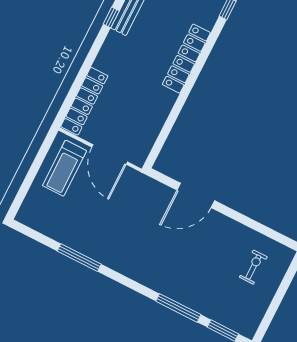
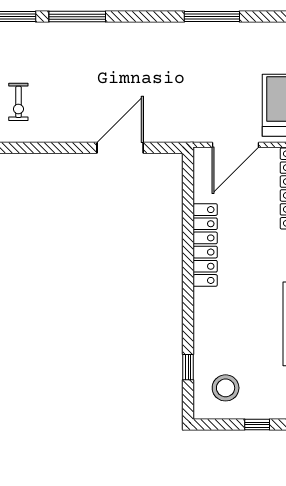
locker: (186, 59) -> (205, 245), moved
door: (110, 155) -> (235, 145), swing flipped

